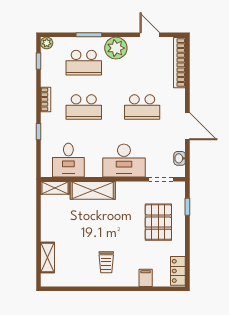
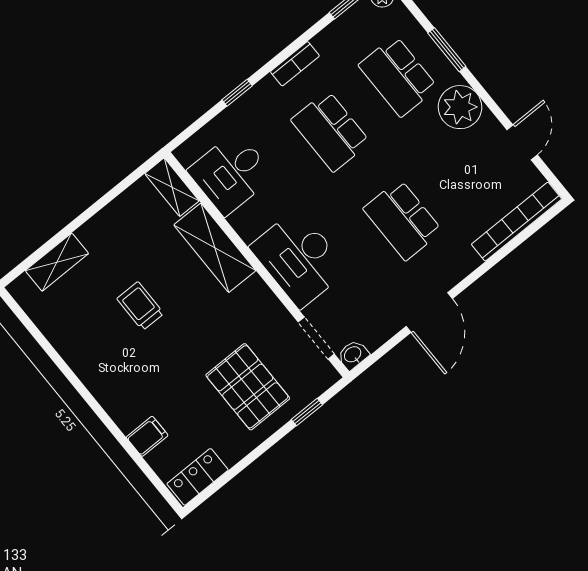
washbasin: (180, 158) -> (353, 355), moved
pallet: (158, 222) -> (248, 387), turned 90
trolley: (106, 262) -> (140, 306), moved, turned 90

